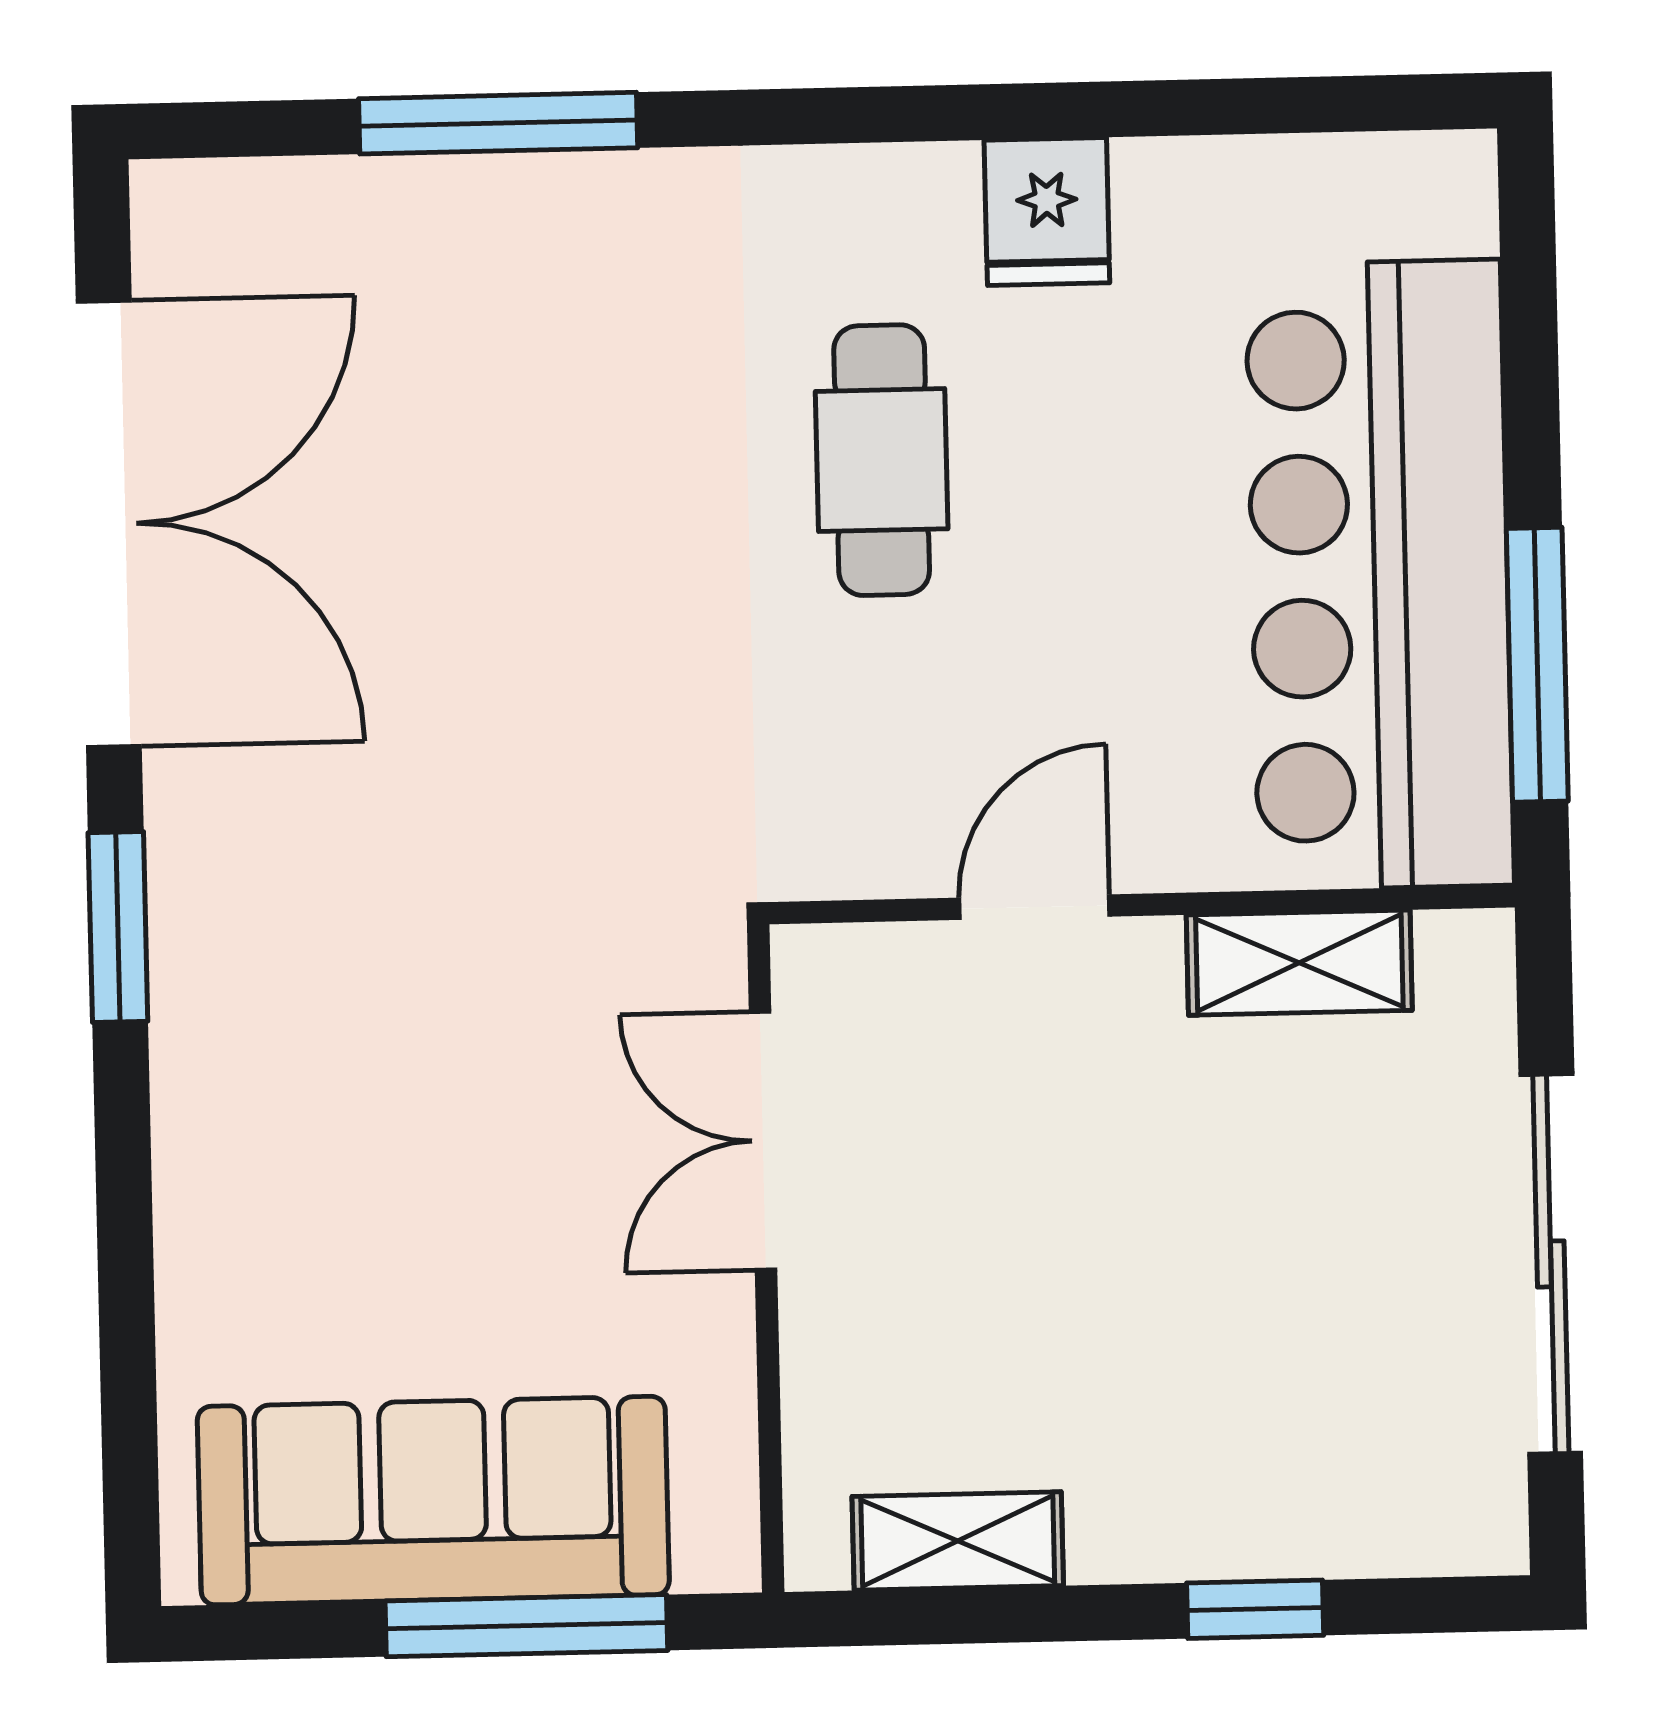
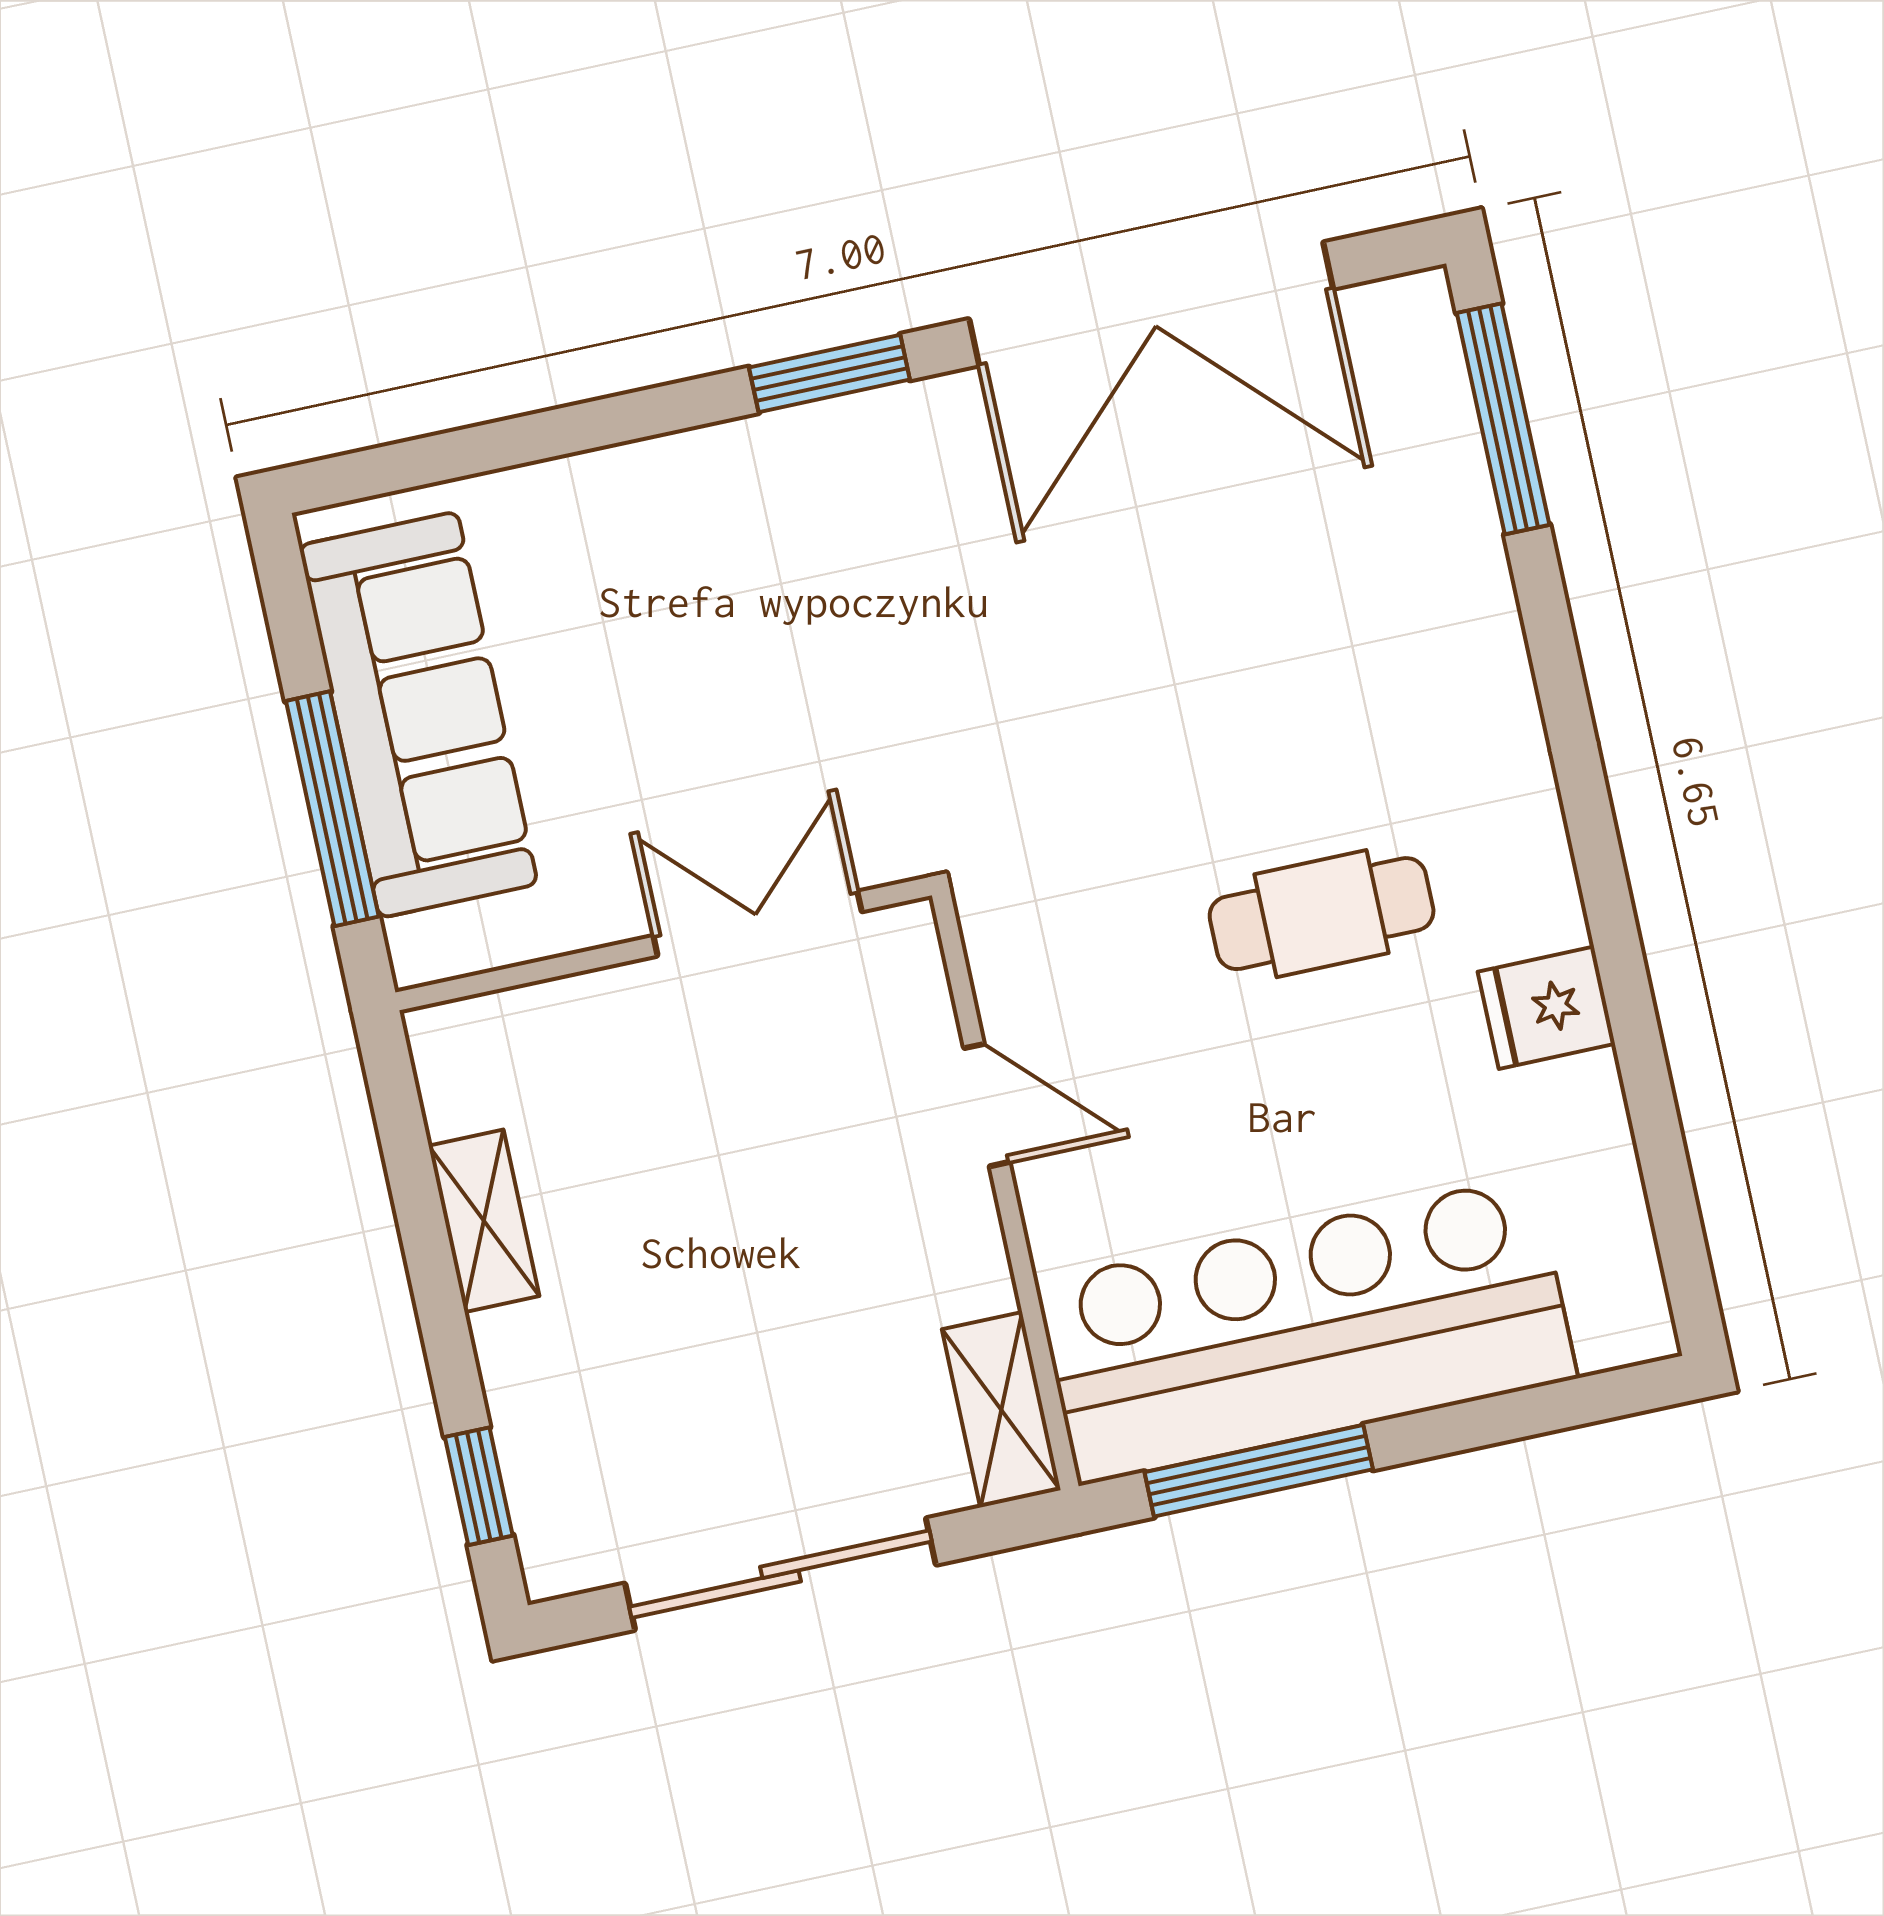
window: (498, 123) -> (1503, 419), moved
shelving: (1299, 963) -> (1001, 1410), moved
shelving: (958, 1541) -> (484, 1221), moved
window: (1255, 1609) -> (479, 1486), moved

